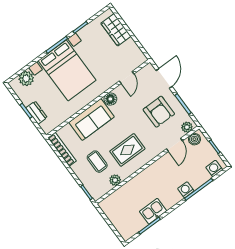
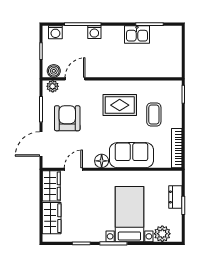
wardrobe: (134, 53) -> (51, 186), added
bed with nightstands: (67, 70) -> (129, 214), width x0.73
plant: (115, 180) -> (150, 86), removed

